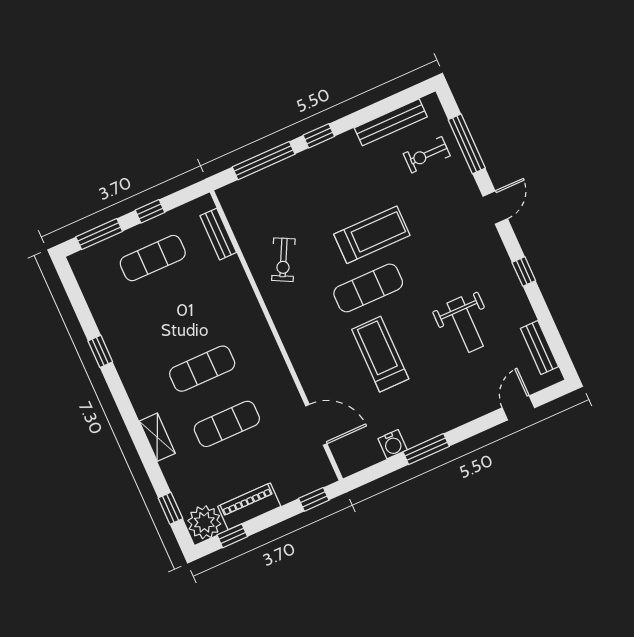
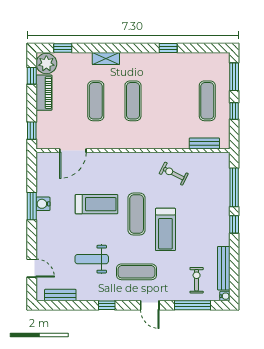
water cooler: (431, 102) -> (225, 296), added
exercise mat: (454, 250) -> (136, 272), added
water cooler: (393, 444) -> (43, 204), moved

